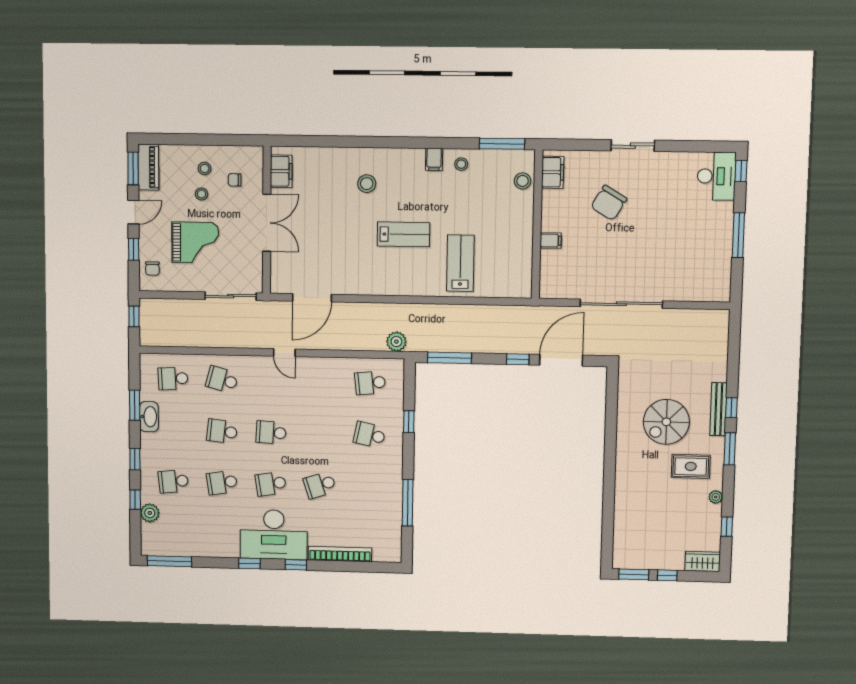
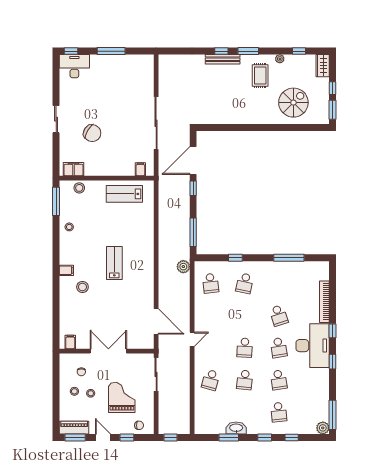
filing cabinet: (434, 159) -> (66, 270), moved
filing cabinet: (281, 171) -> (70, 342), width x0.50
filing cabinet: (551, 241) -> (140, 169), moved
lab bench: (460, 263) -> (124, 194), moved
door: (561, 360) -> (193, 160), hinge flipped
school desk: (173, 378) -> (211, 412), removed
spiral stairs: (666, 422) -> (293, 103), moved, turned -90
plant: (150, 513) -> (323, 428), moved

